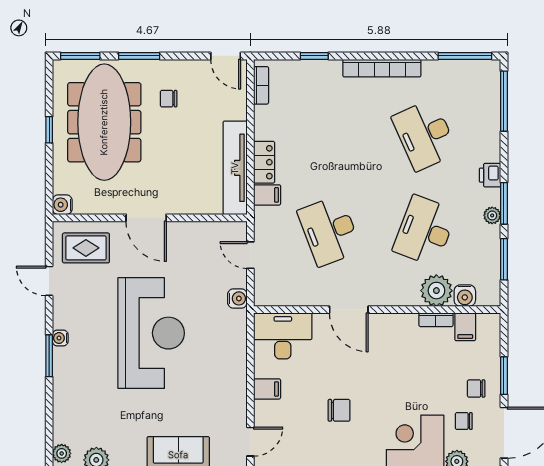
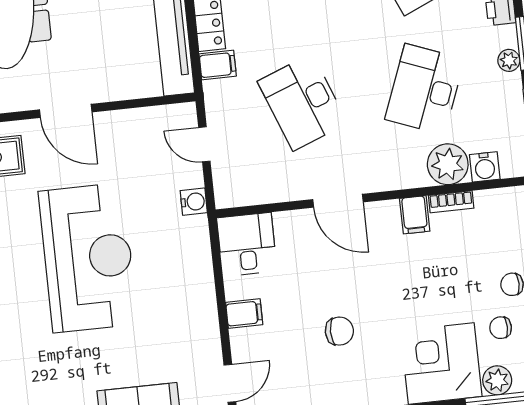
filing cabinet: (465, 327) -> (415, 215), moved
desk: (283, 336) -> (247, 244), width x0.73

